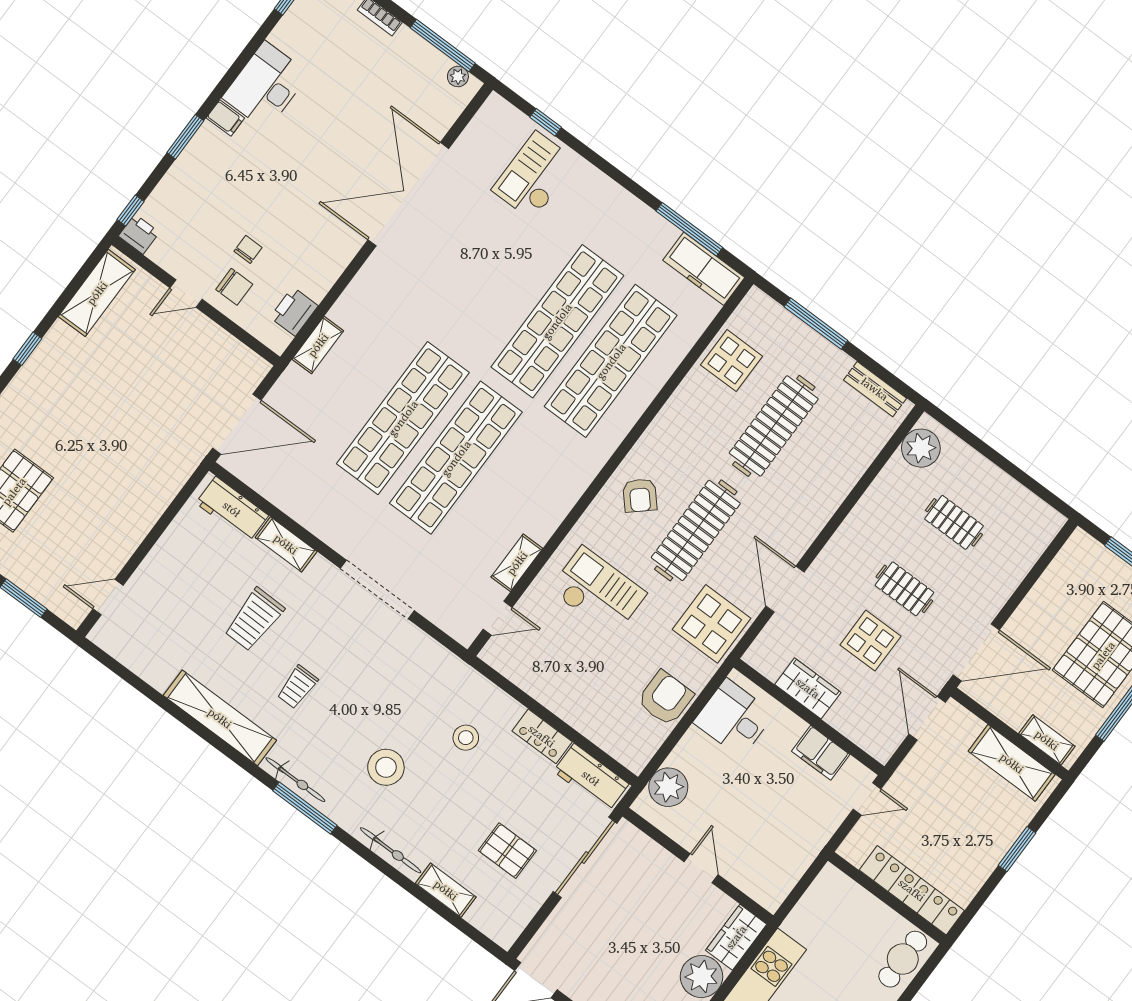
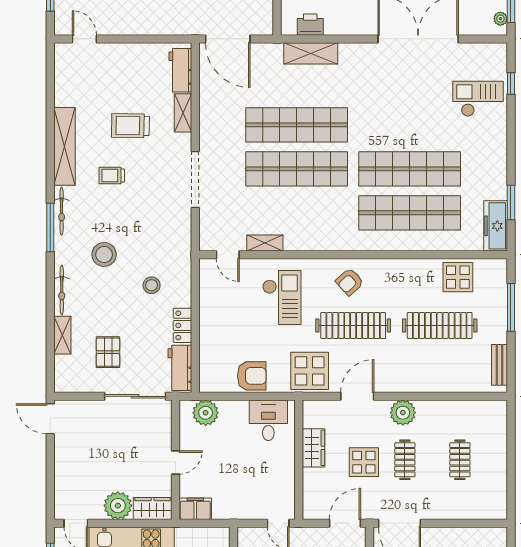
window: (689, 229) -> (511, 203), width x0.69
shelving: (318, 345) -> (311, 53), width x1.50, depth x1.33
plant: (921, 448) -> (403, 413), moved
filing cabinet: (821, 753) -> (195, 509), moved, turned 90

